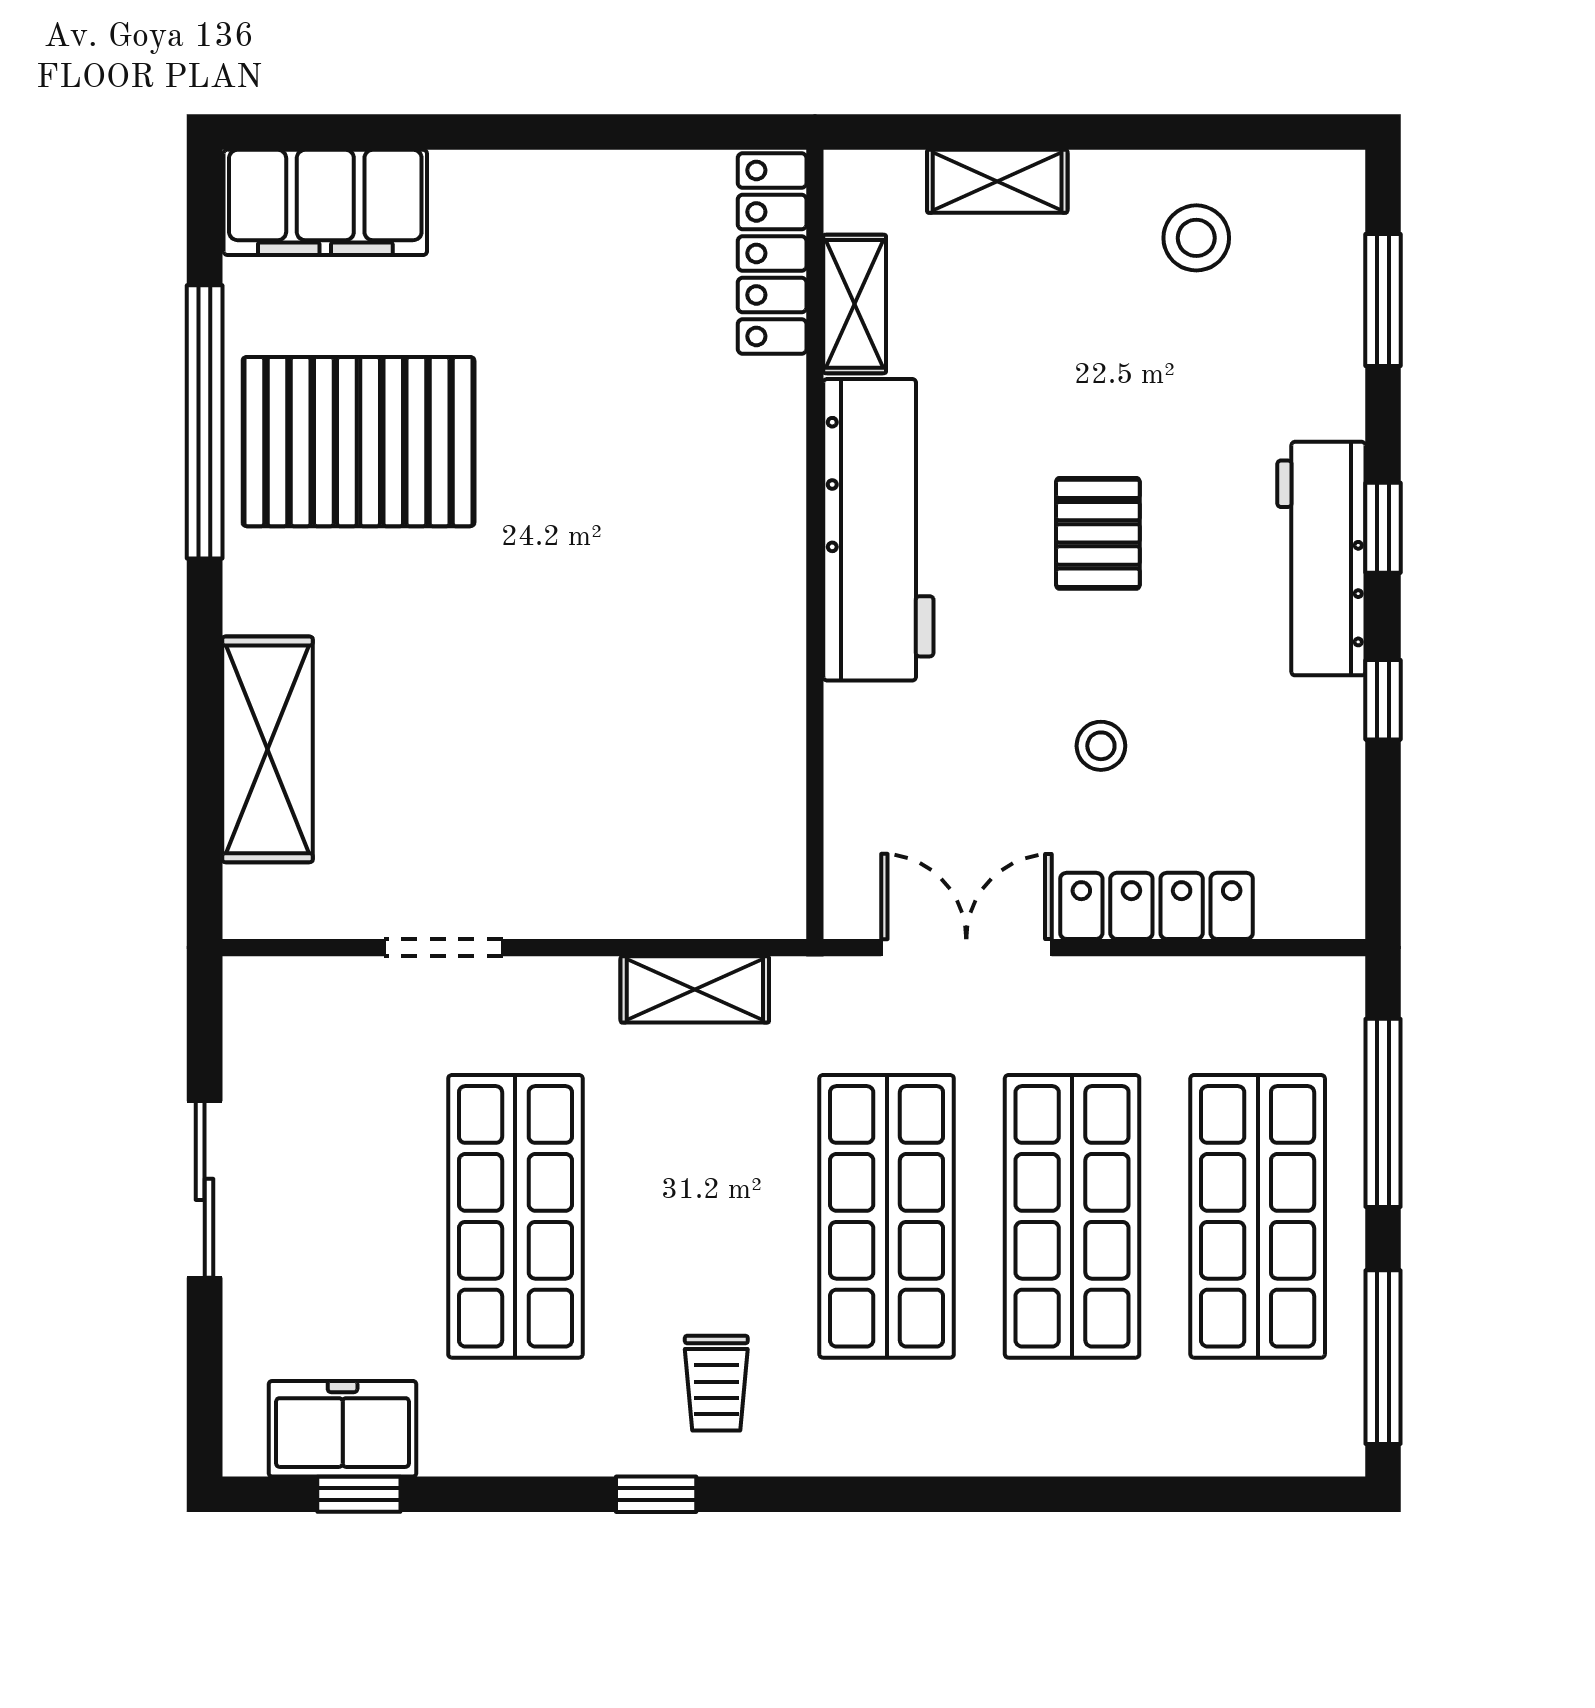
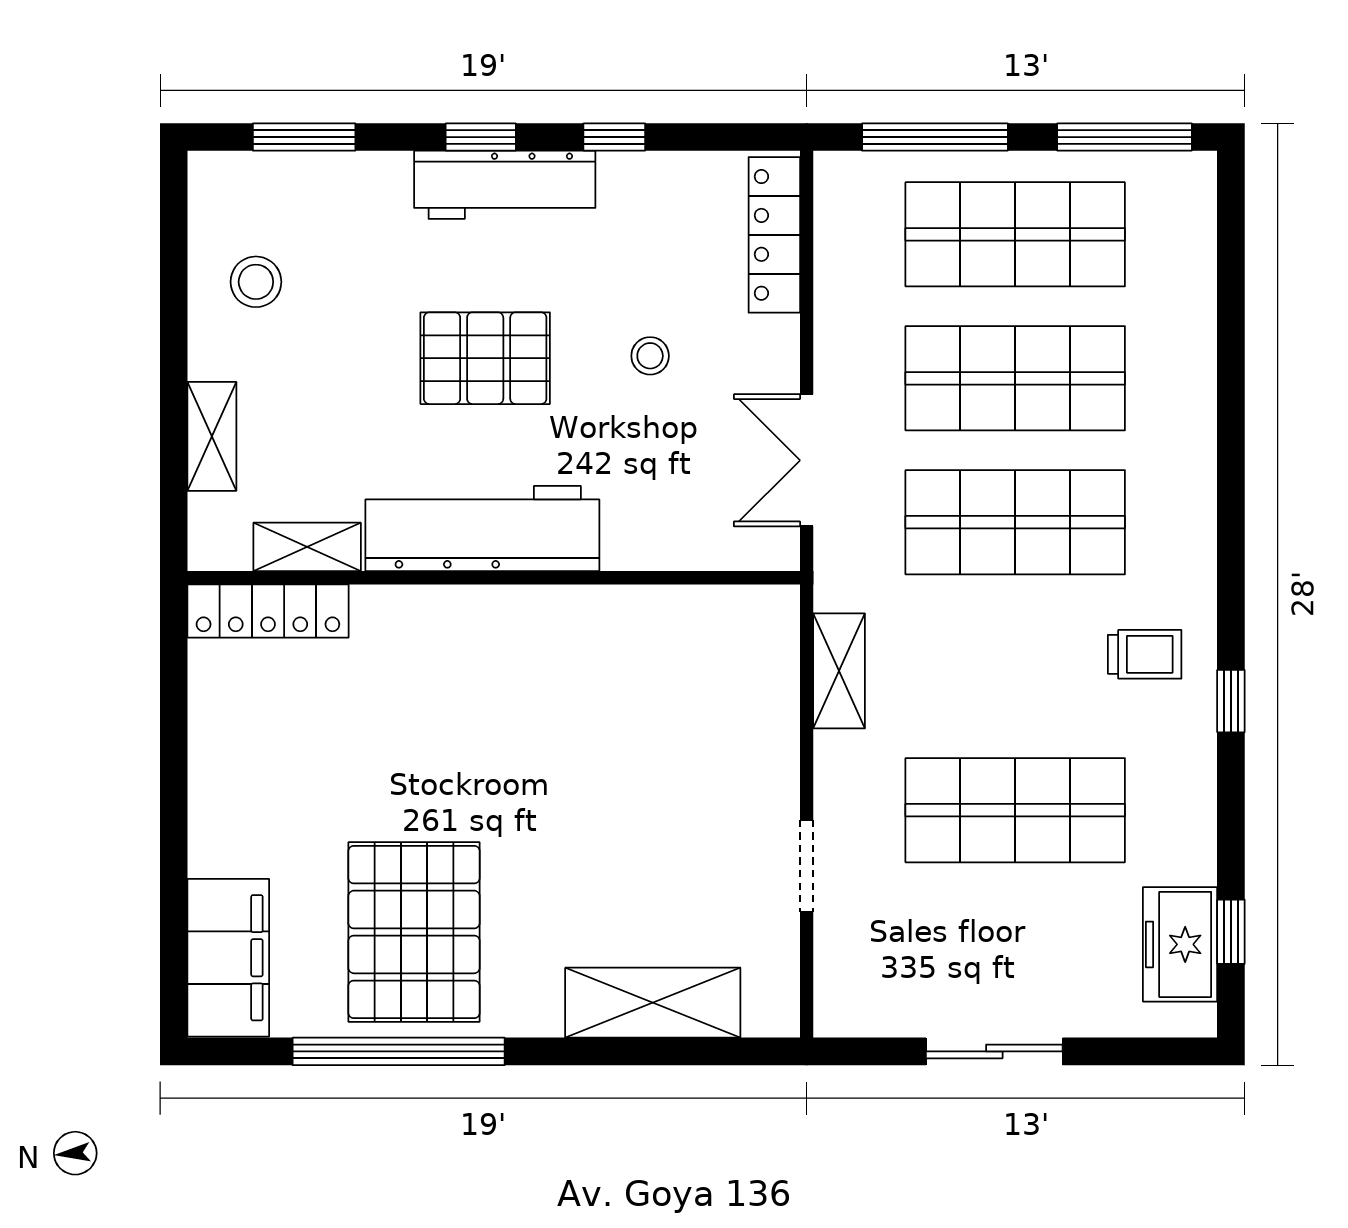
pallet: (1098, 533) -> (485, 358), width x1.50, depth x1.42
locker: (1157, 906) -> (774, 235), moved

